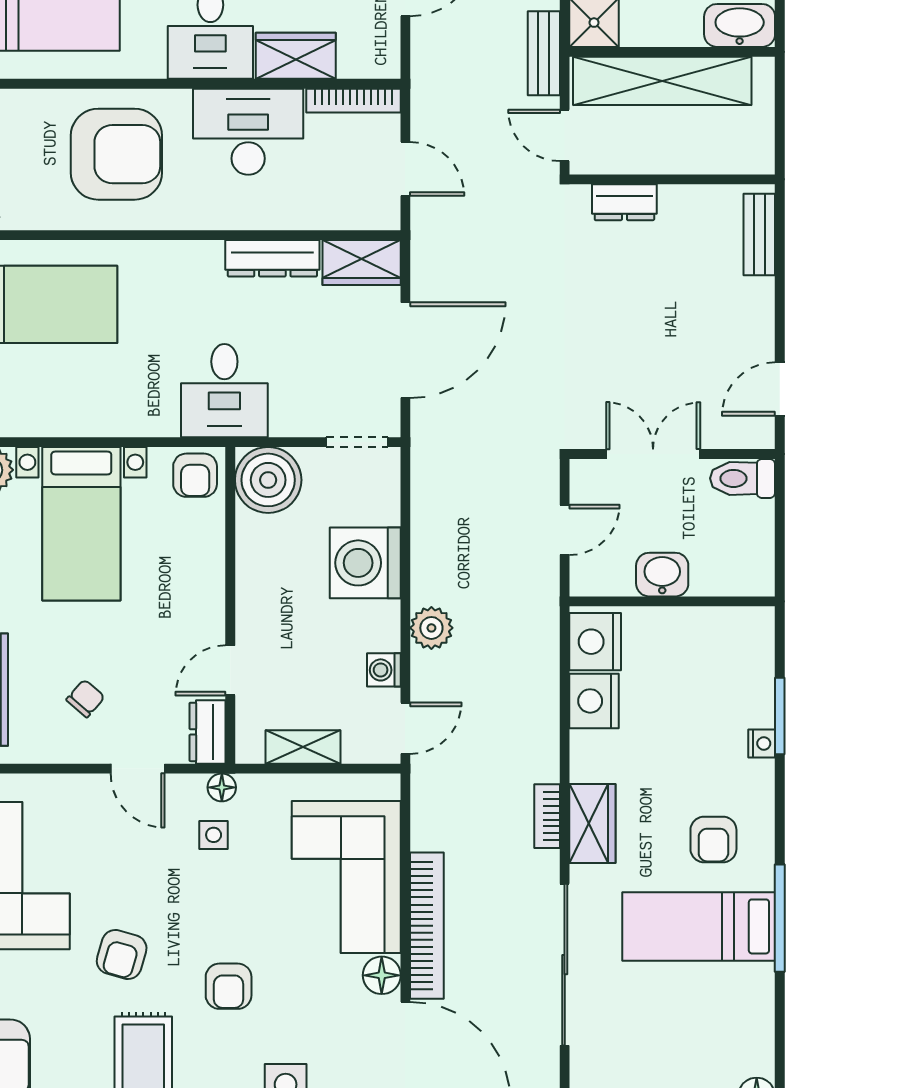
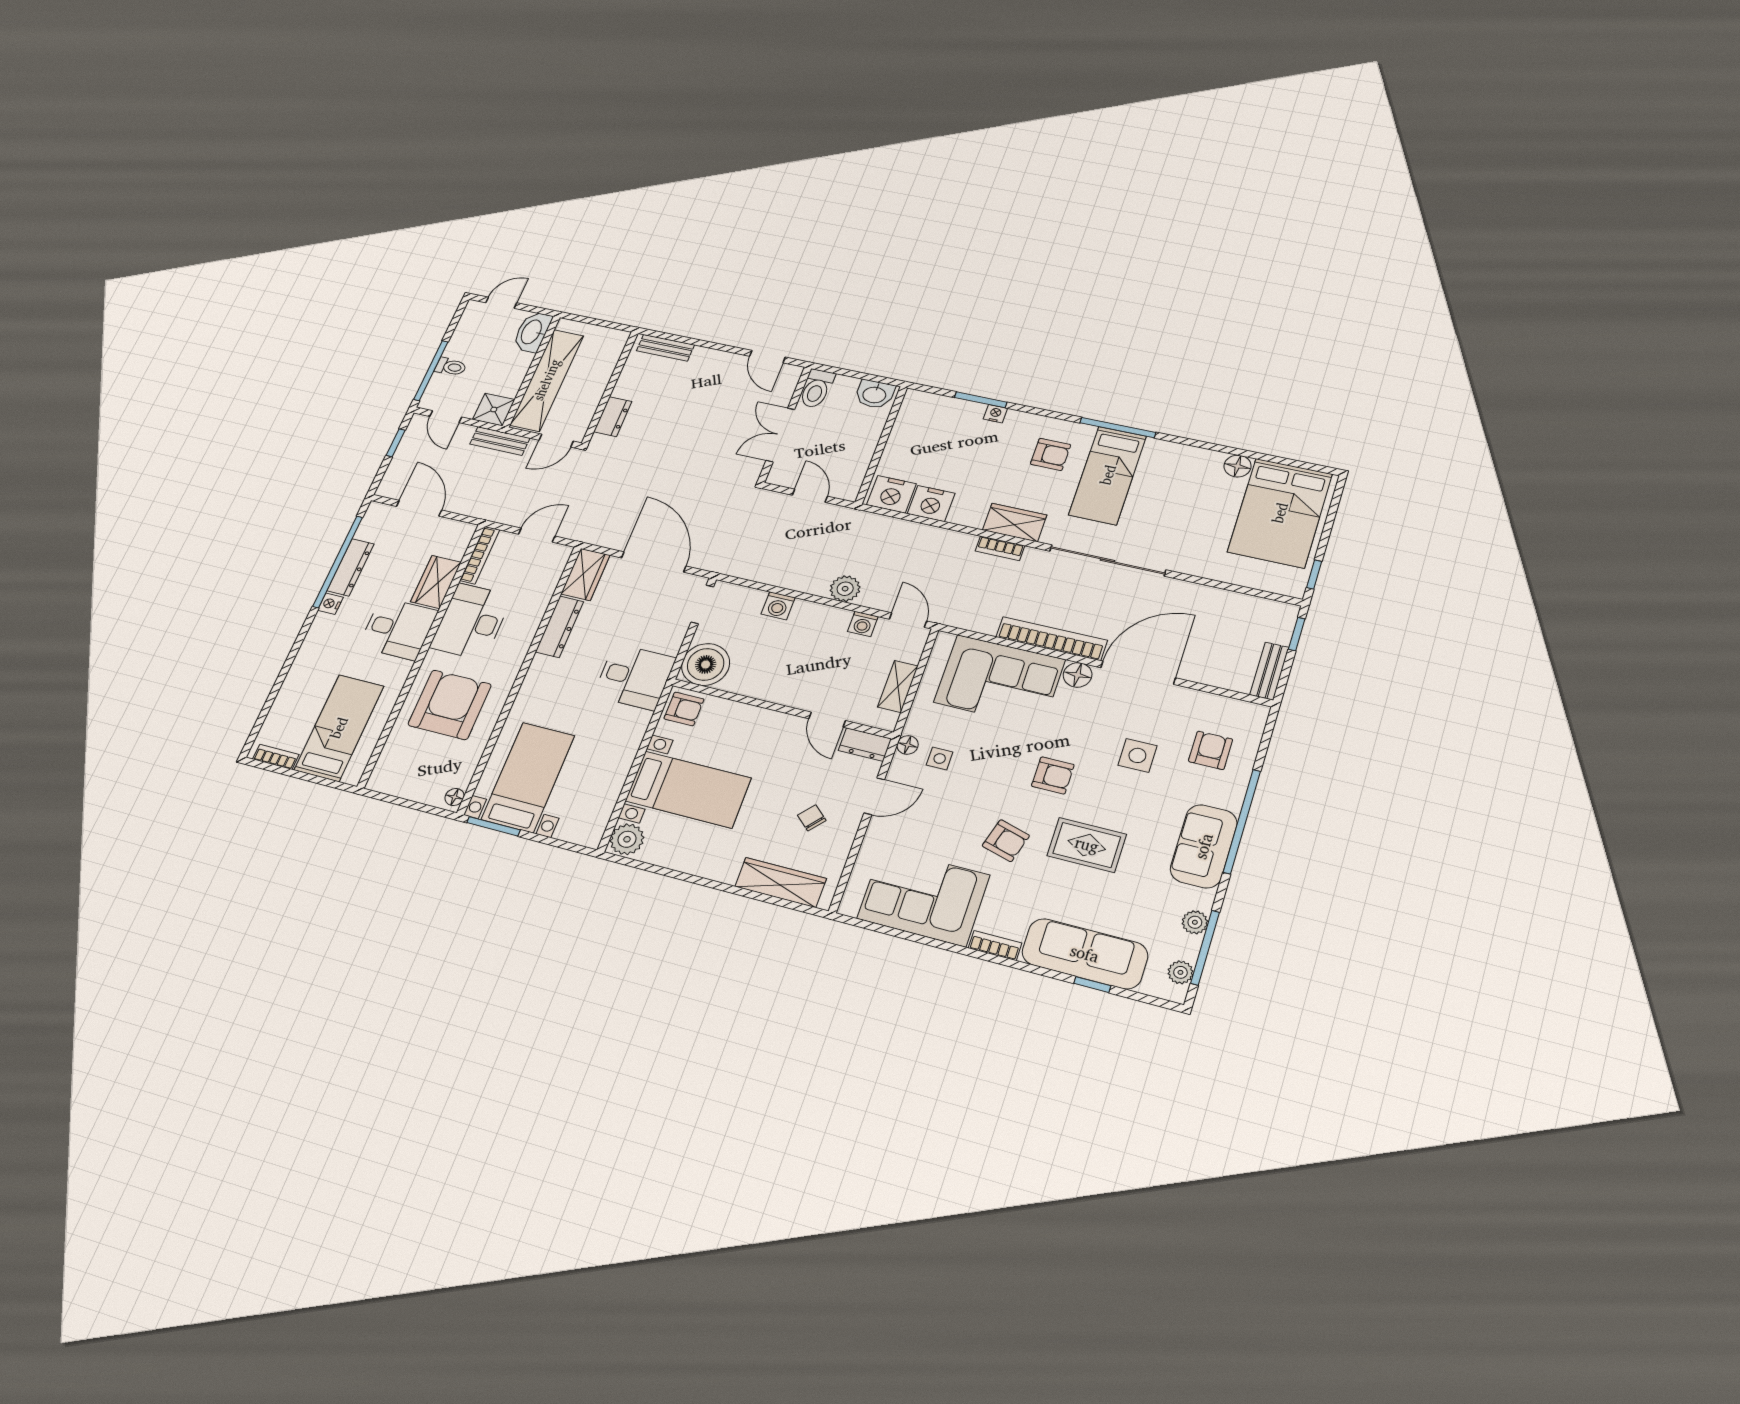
washing machine: (365, 563) -> (778, 606), width x0.53, depth x0.53
washbasin: (662, 575) -> (875, 394), moved, turned -90

